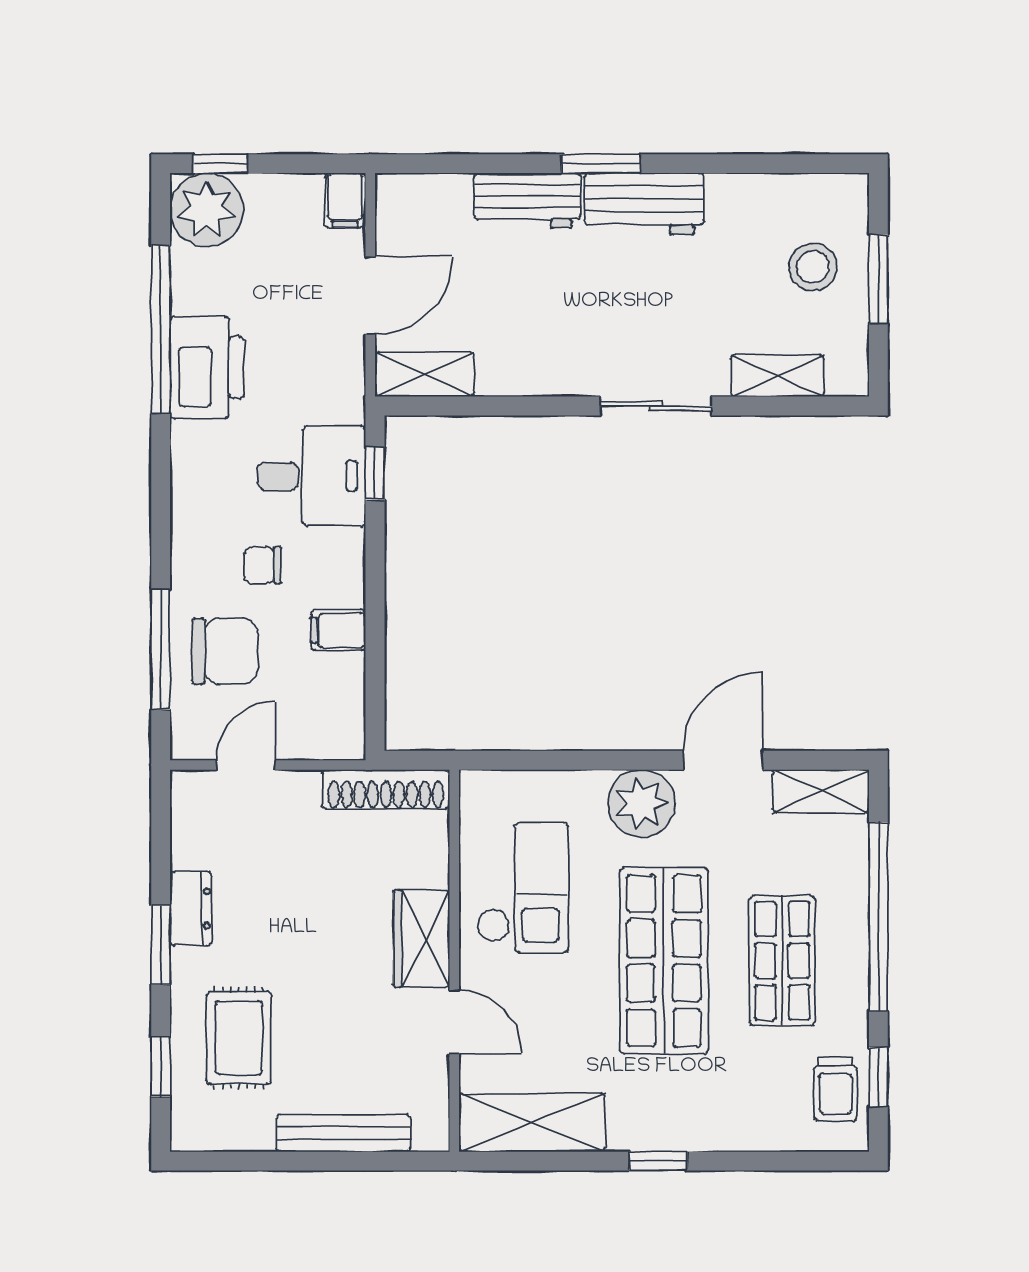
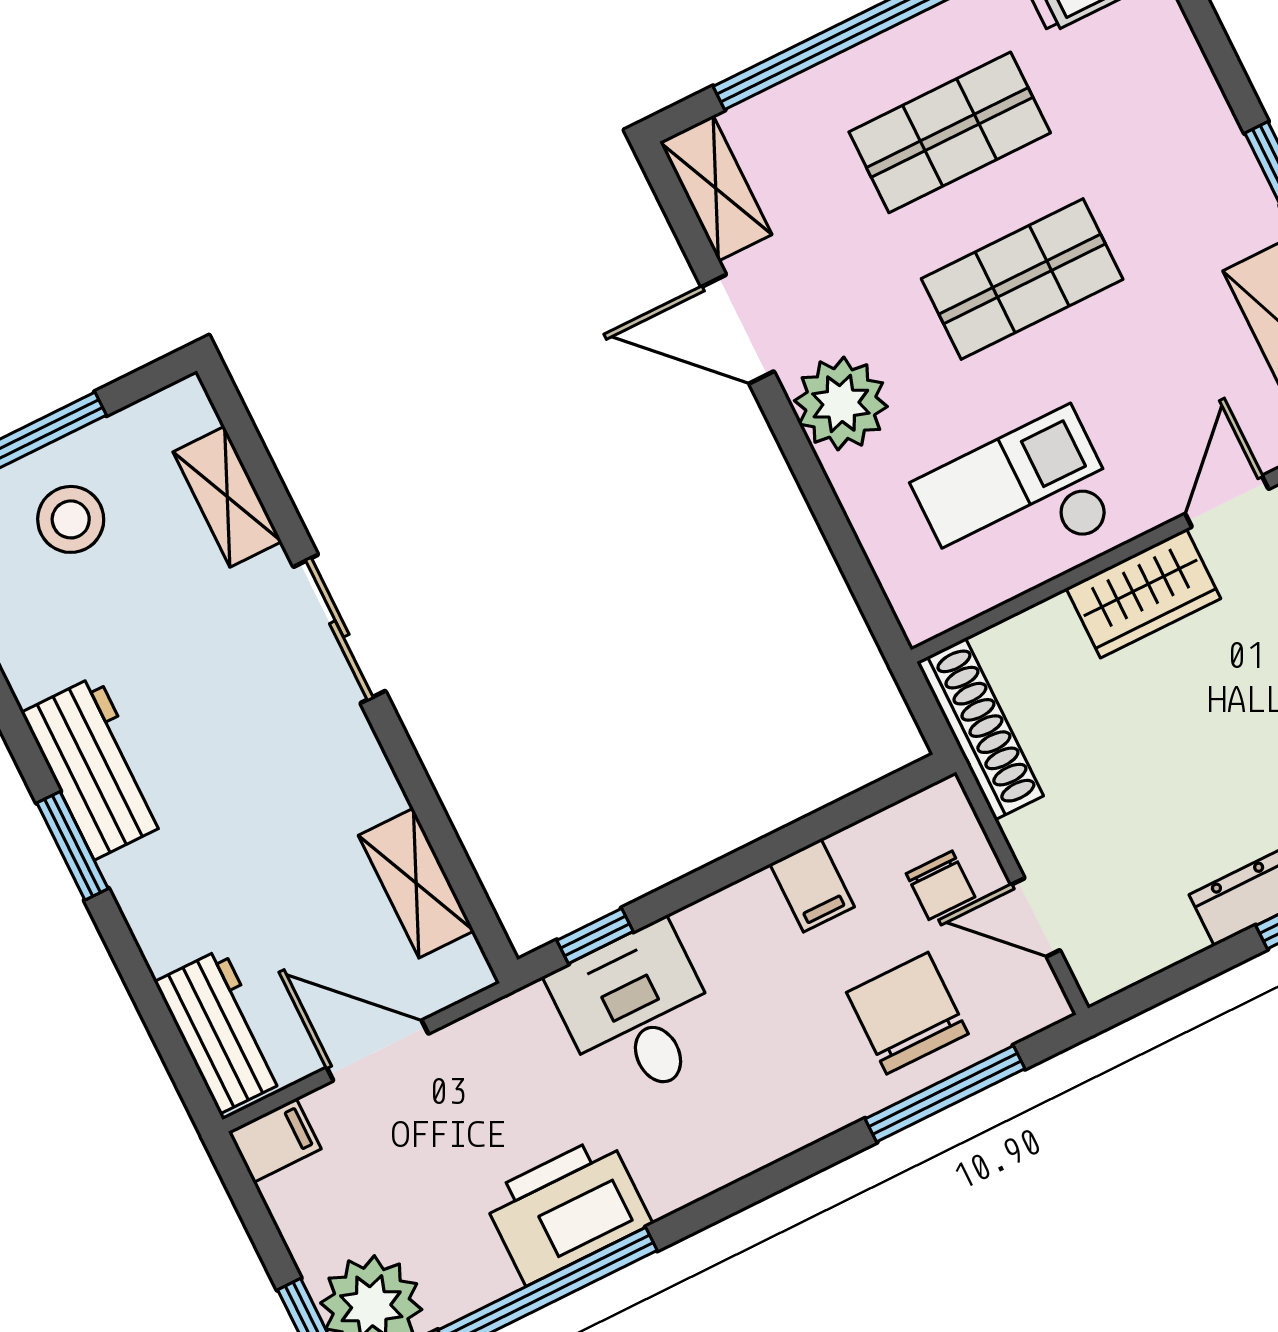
workbench: (527, 201) -> (221, 1031), moved
shelving: (425, 374) -> (416, 883), moved
chair: (263, 565) -> (941, 885), moved
shop shelf: (664, 961) -> (1022, 279), width x0.70, depth x0.74

